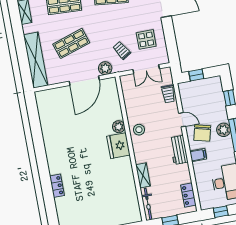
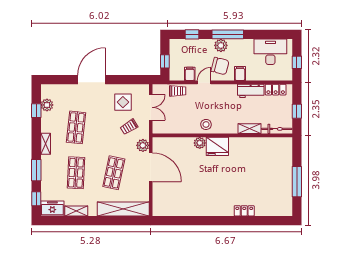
shop shelf: (71, 43) -> (114, 173), turned 30
filing cabinet: (188, 103) -> (190, 74), added
workbench: (179, 150) -> (251, 91), moved

